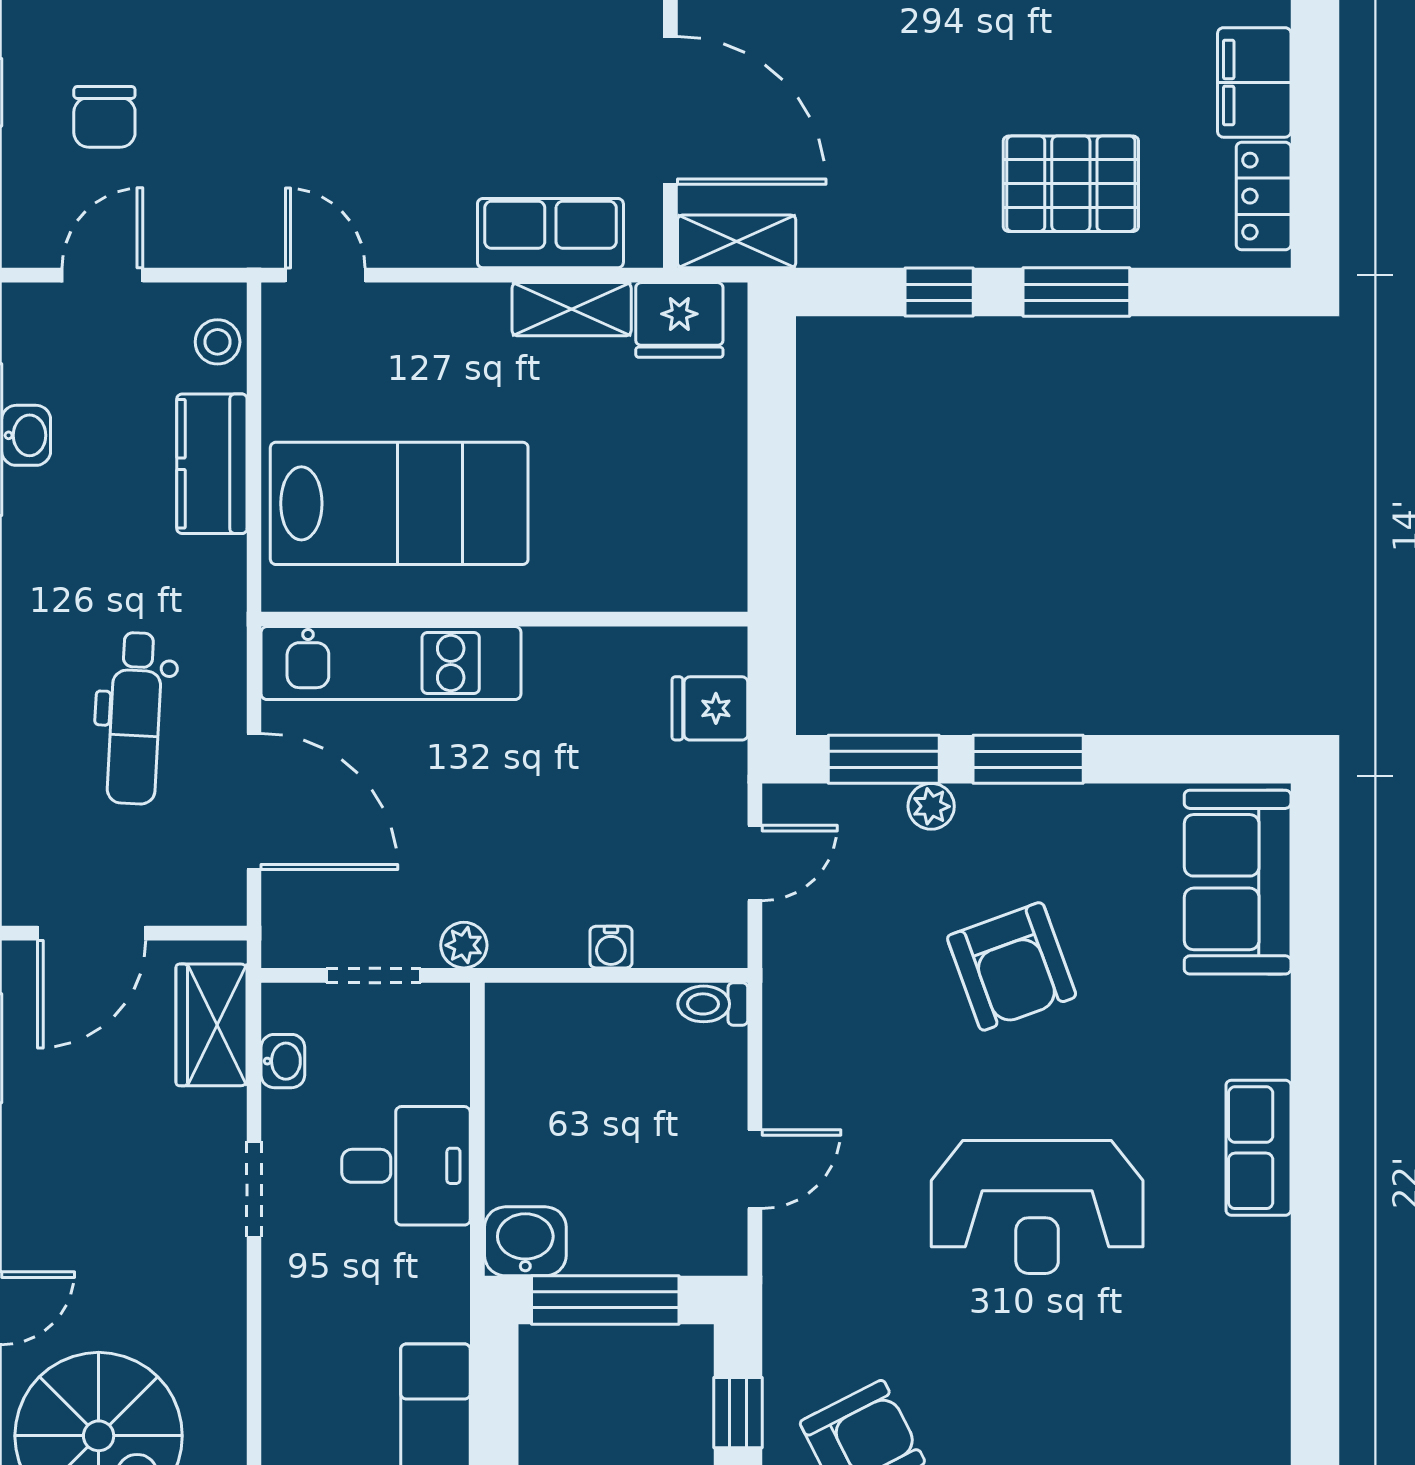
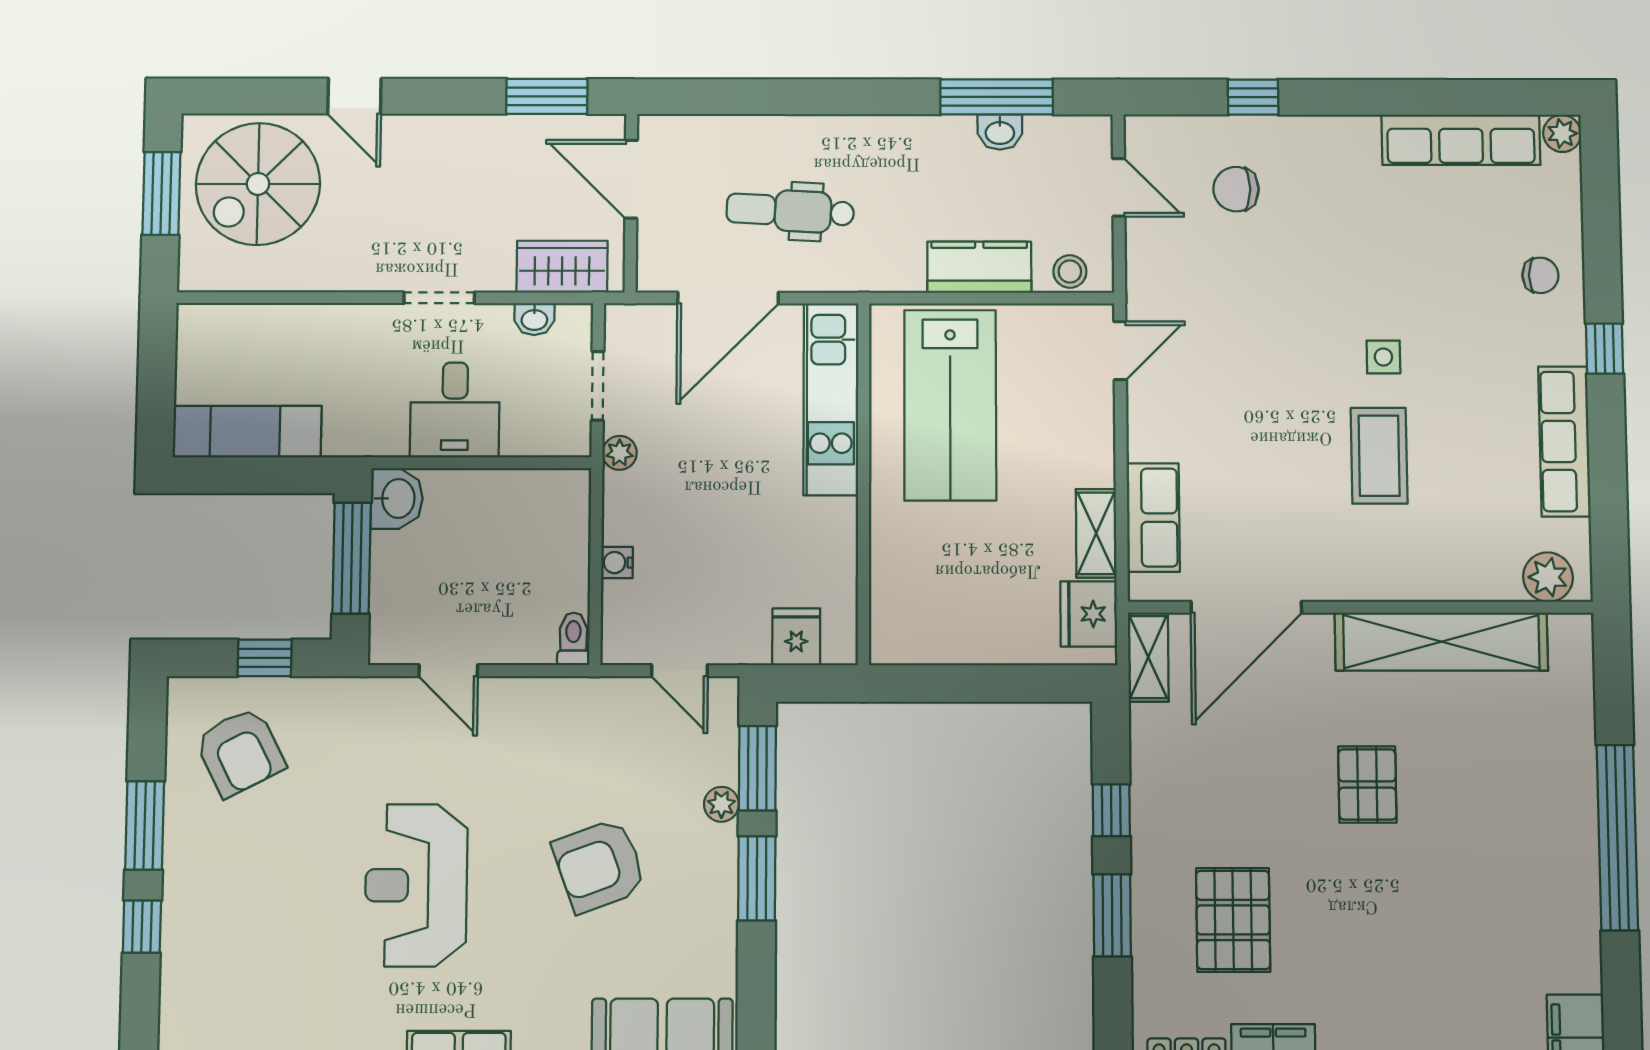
pallet: (1071, 184) -> (1233, 920), moved

